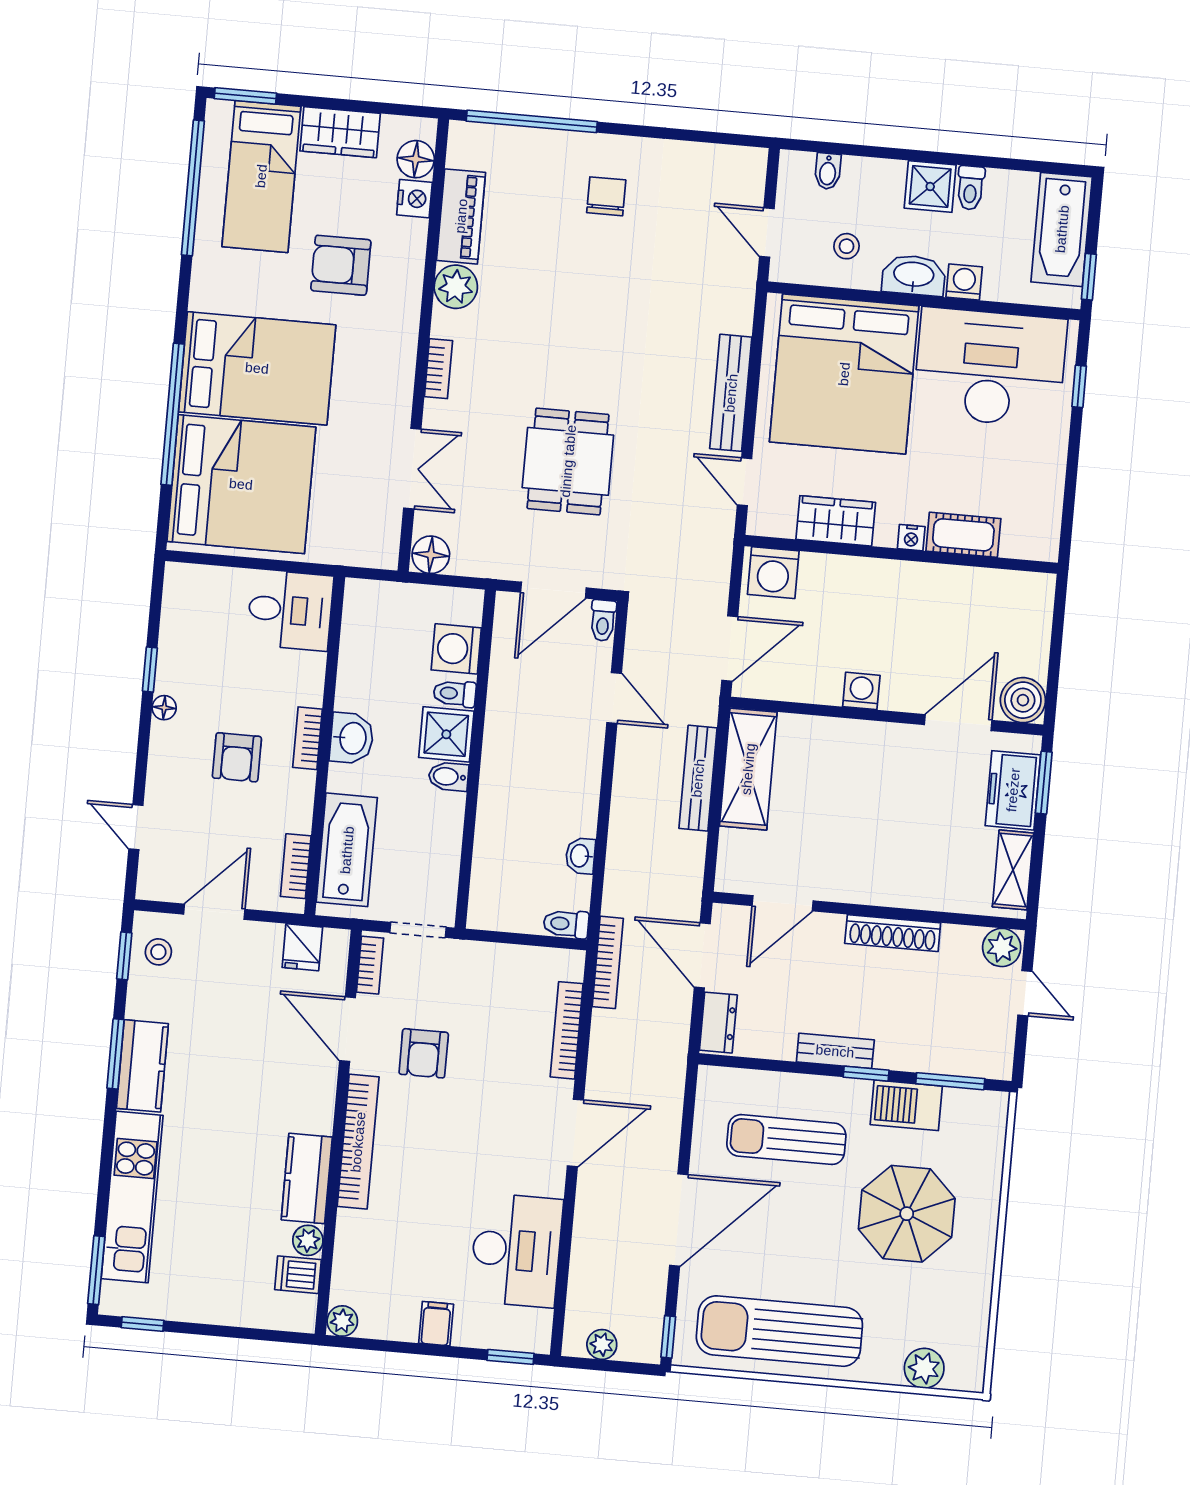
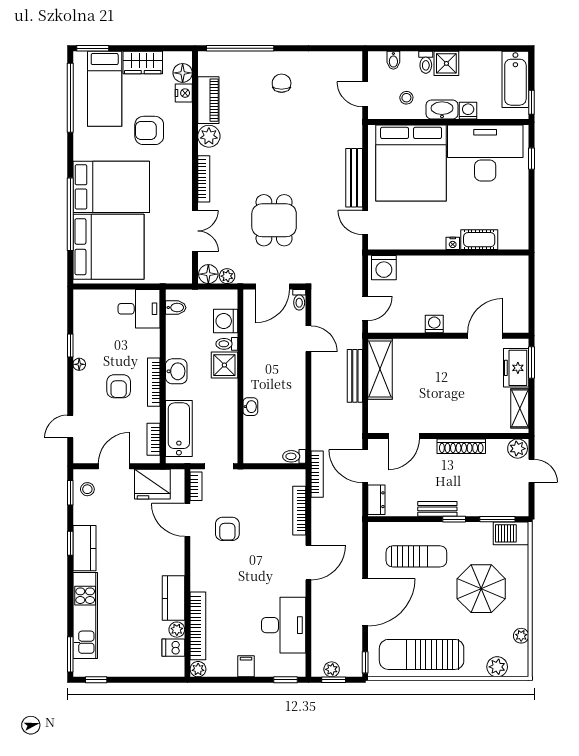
toilet: (970, 188) -> (426, 62), moved
bookcase: (438, 369) -> (204, 179), width x1.56
wardrobe: (836, 521) -> (413, 238), removed
plant: (467, 562) -> (227, 276), added
door: (730, 649) -> (365, 308), width x0.73
boiler: (1023, 700) -> (517, 321), removed
bookcase: (308, 738) -> (154, 382), width x1.56
bidet: (449, 777) -> (176, 308), moved, turned 180
door: (136, 827) -> (70, 427), hinge flipped
washbasin: (580, 856) -> (250, 407), moved, turned 180
fridge: (302, 947) -> (152, 484), width x1.88, depth x1.34
window: (116, 1054) -> (70, 543), width x0.67
barbecue: (906, 1105) -> (511, 533), moved
sun lounger: (786, 1140) -> (416, 556), turned 180
bookcase: (358, 1142) -> (198, 626), moved
plant: (976, 1312) -> (521, 636), added
window: (604, 1365) -> (334, 680), added

